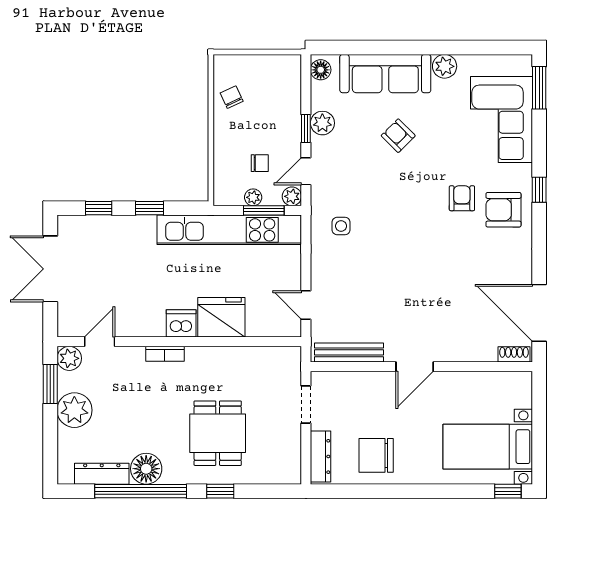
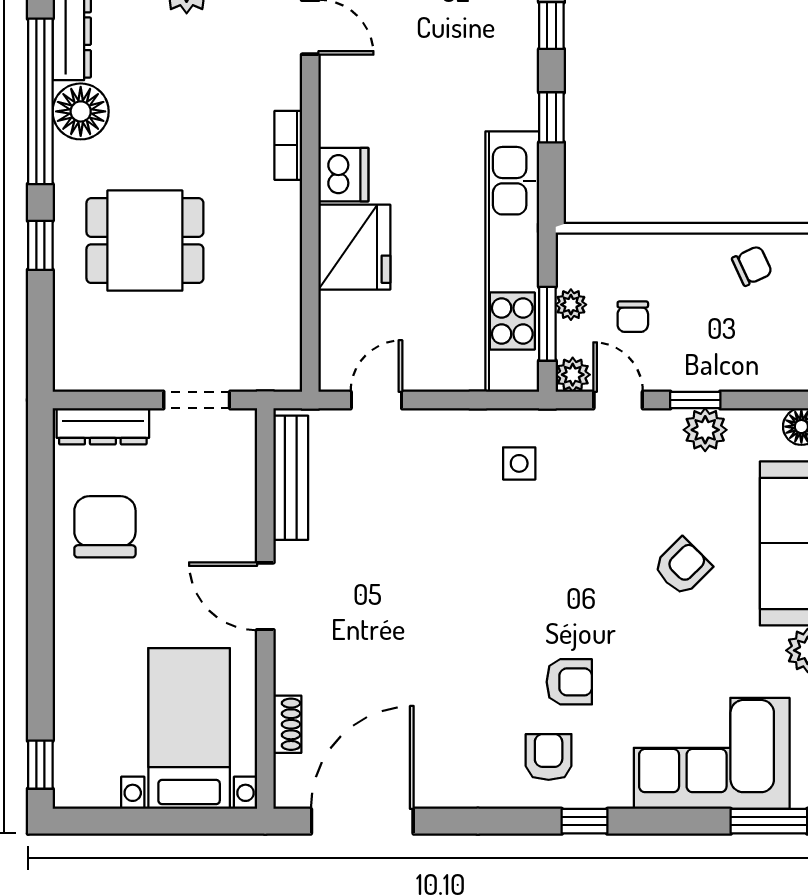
armchair: (503, 210) -> (549, 757), width x0.72, depth x0.72
shoe rack: (514, 354) -> (287, 724), moved
bed with nightstands: (488, 447) -> (189, 728), moved

